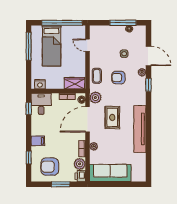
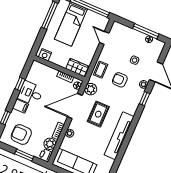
desk: (41, 104) -> (31, 93), moved, turned -90
window: (29, 108) -> (20, 84), moved

